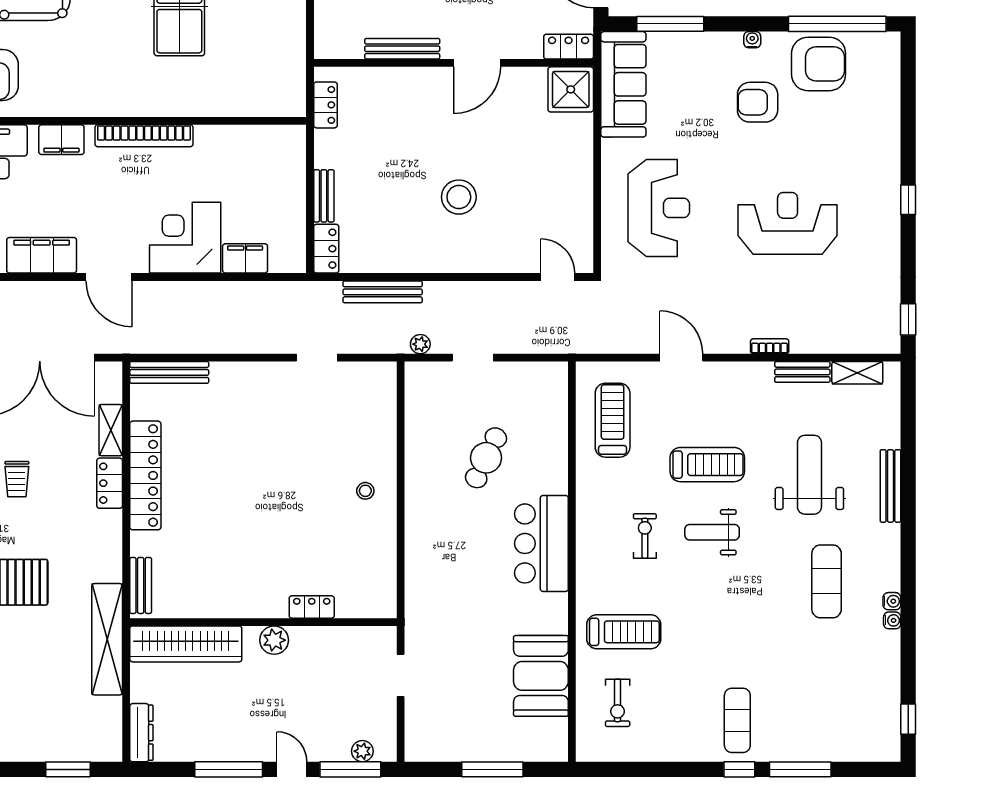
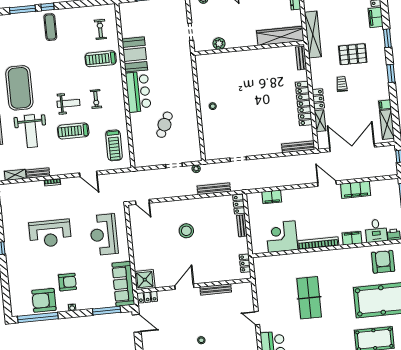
corner desk: (185, 238) -> (282, 237), moved, turned 180
trolley: (17, 479) -> (342, 84), moved
exercise mat: (827, 581) -> (19, 88), width x2.00, depth x1.45
locker: (312, 607) -> (230, 56), removed
plant: (274, 640) -> (219, 44), moved
booth: (541, 676) -> (135, 54), moved

